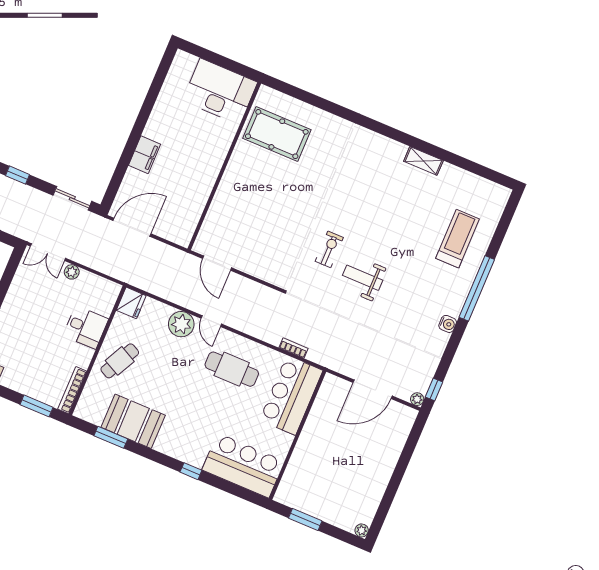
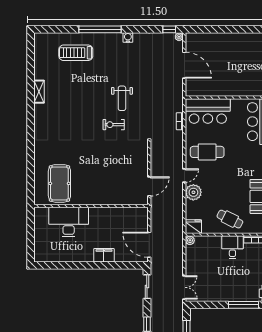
desk: (220, 92) -> (69, 222), moved, turned 90
plant: (72, 272) -> (190, 240), moved
desk: (86, 327) -> (232, 247), moved
cafe table: (232, 369) -> (207, 152), turned 90

